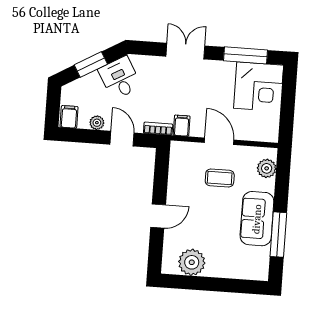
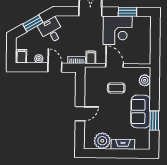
window: (245, 55) -> (127, 12), width x0.69
corner desk: (259, 87) -> (118, 30), moved
window: (278, 235) -> (154, 121), width x0.69
fireplace: (225, 270) -> (123, 144), added

